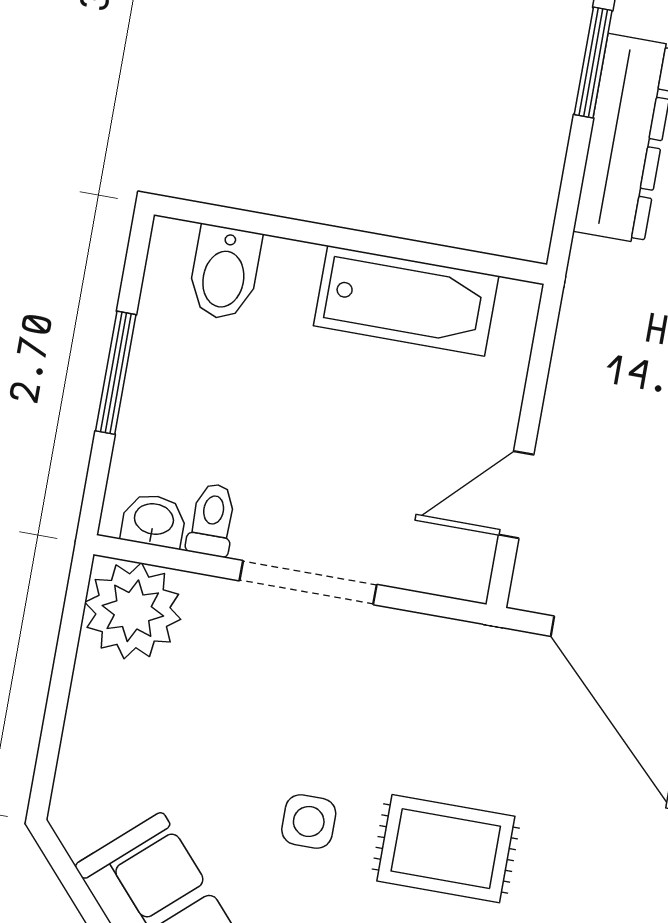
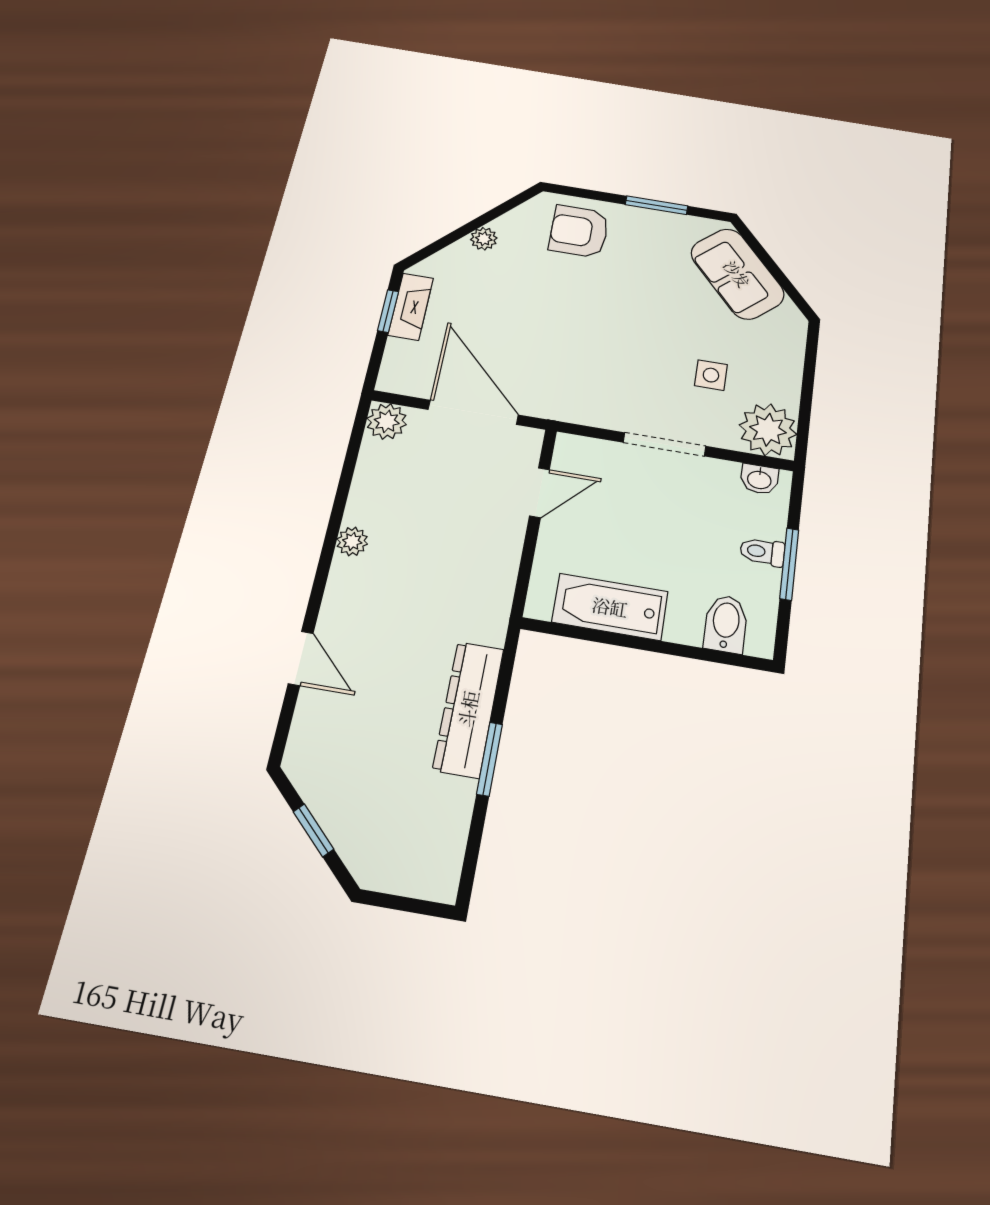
toilet: (212, 520) -> (762, 552), moved, turned 90
side table: (309, 822) -> (711, 375), moved
rug: (446, 849) -> (579, 304), removed

